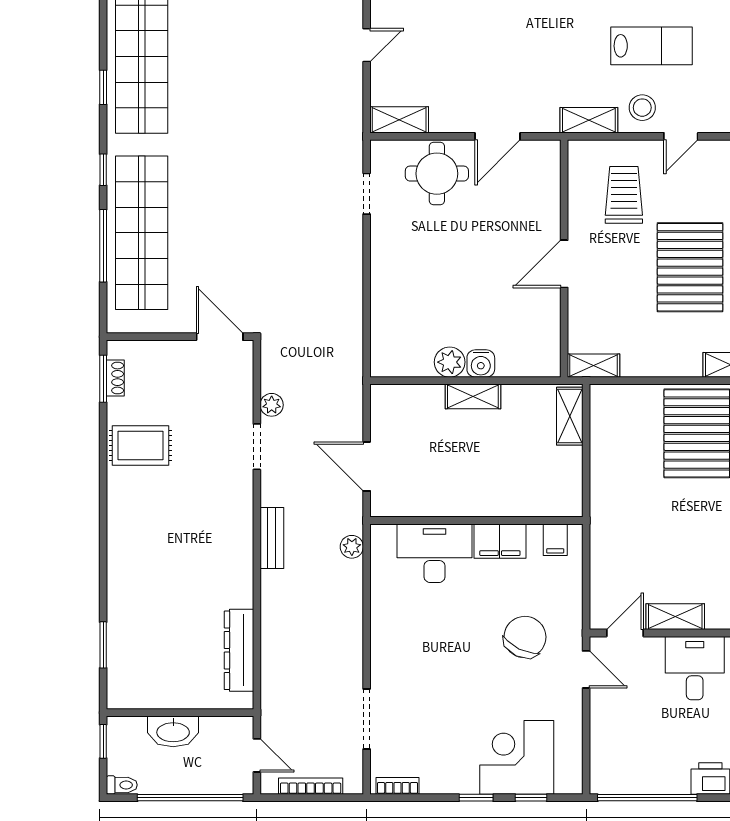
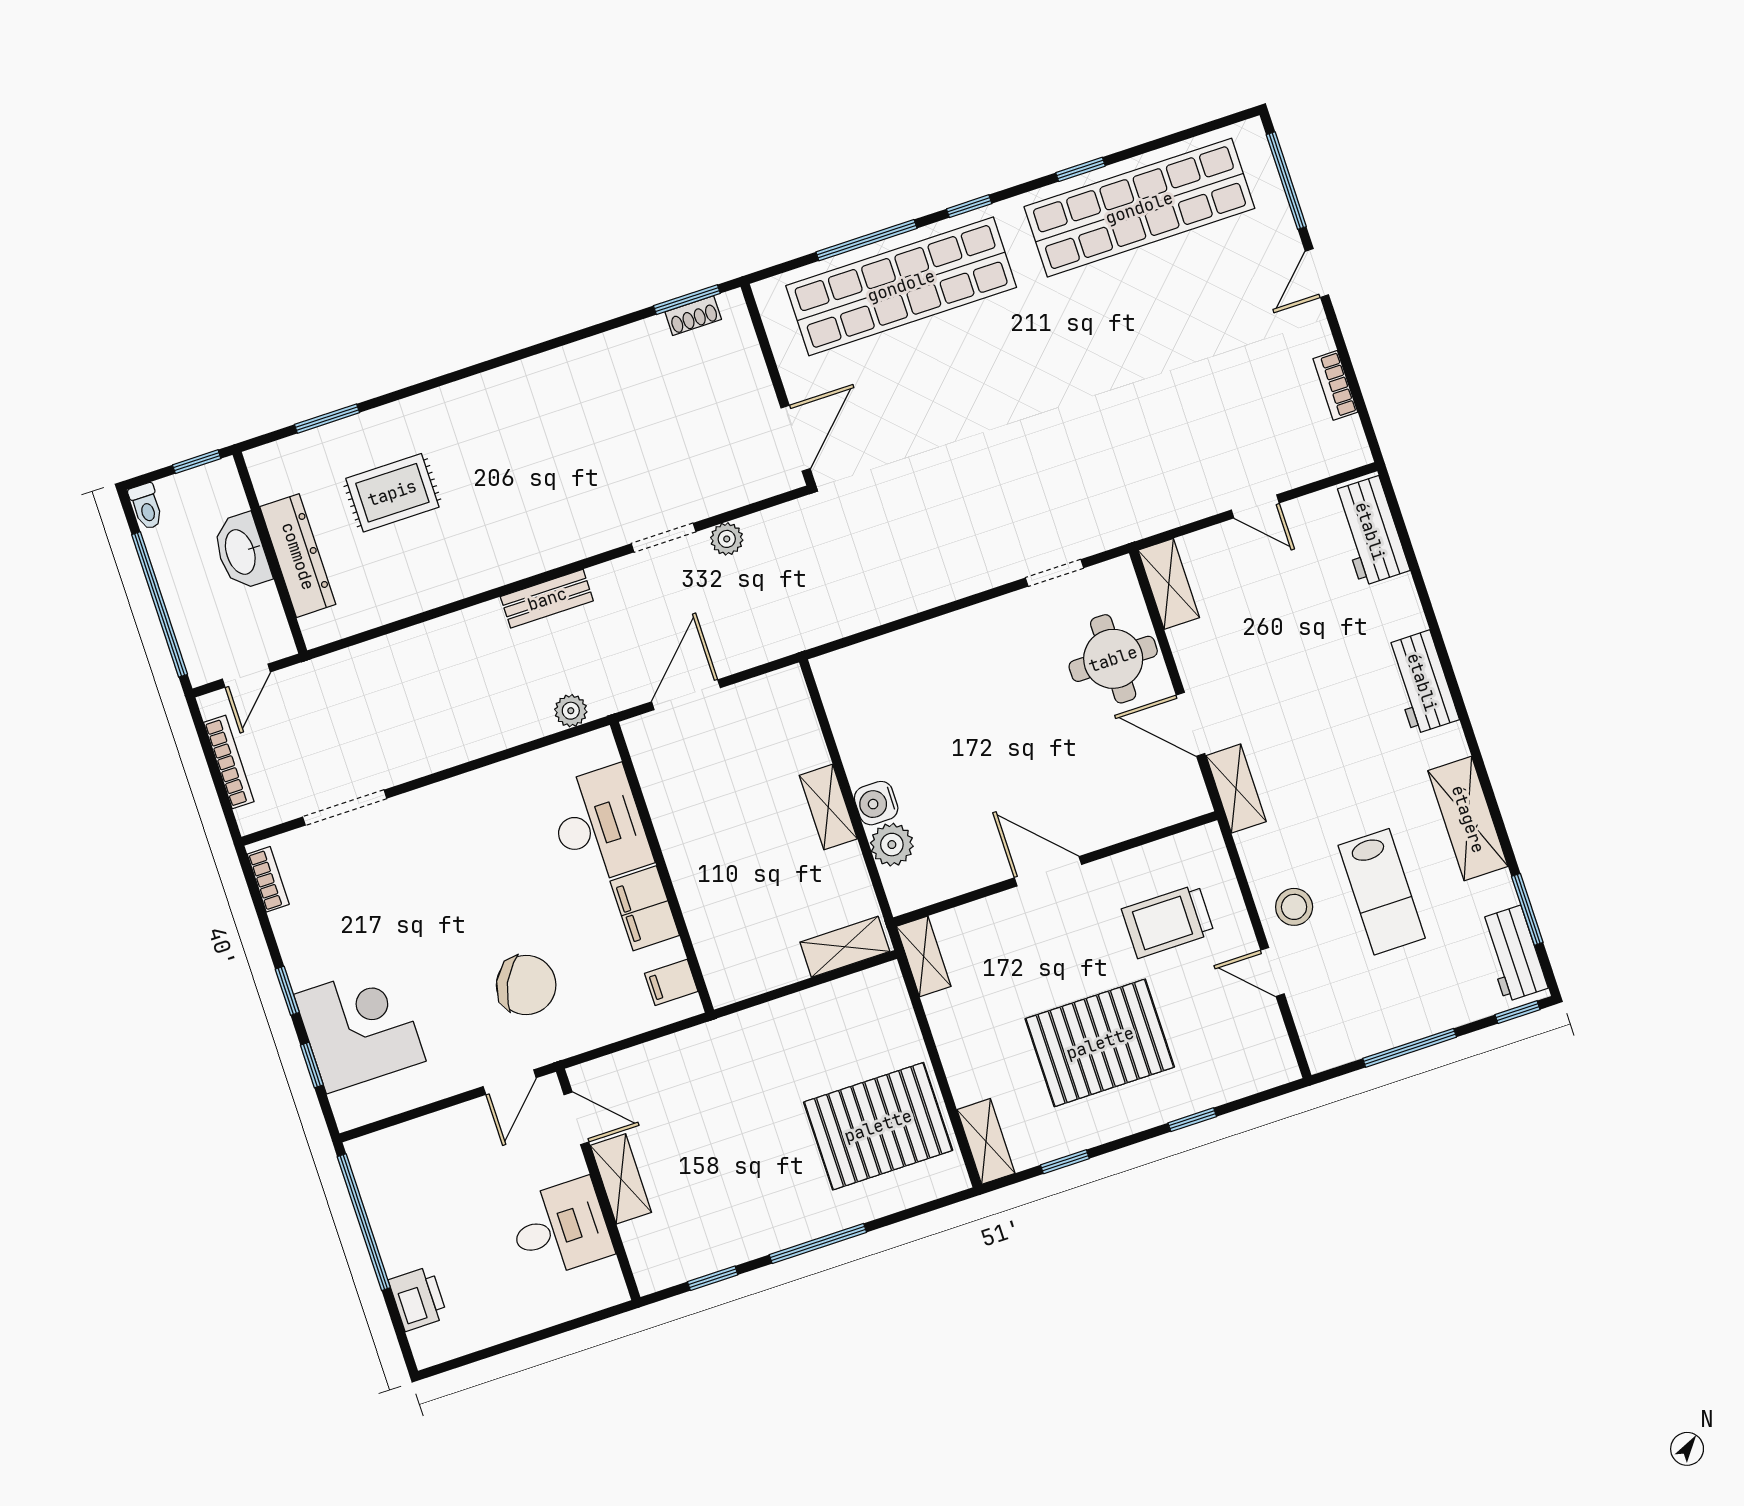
shelving: (589, 120) -> (1236, 789), moved
trolley: (624, 195) -> (1168, 921), turned 180
plant: (450, 362) -> (892, 845), moved
rug: (141, 445) -> (392, 493), moved, turned 90
dresser: (239, 650) -> (298, 556), moved, turned 90

